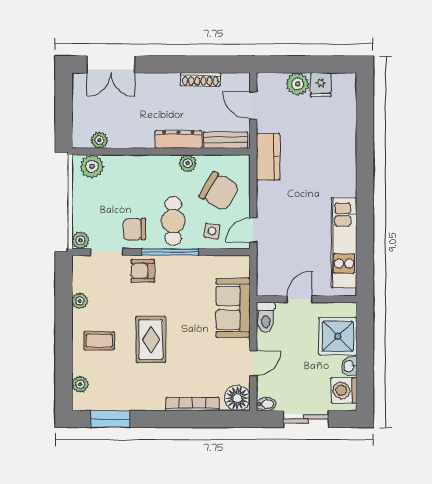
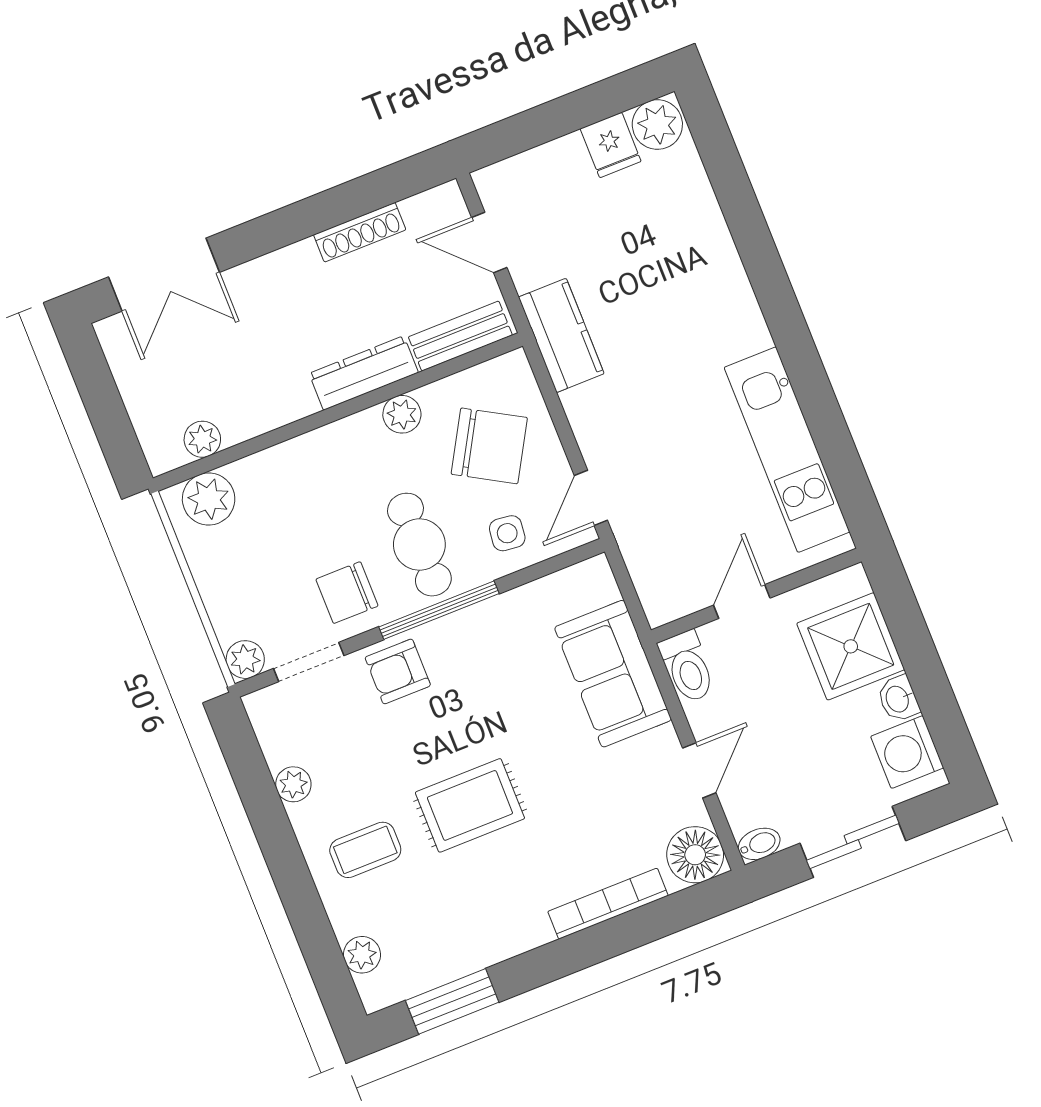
plant: (298, 84) -> (657, 125), moved
rug: (151, 339) -> (470, 805), turned 90

